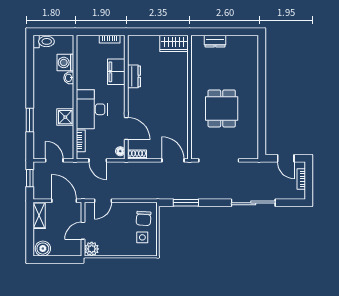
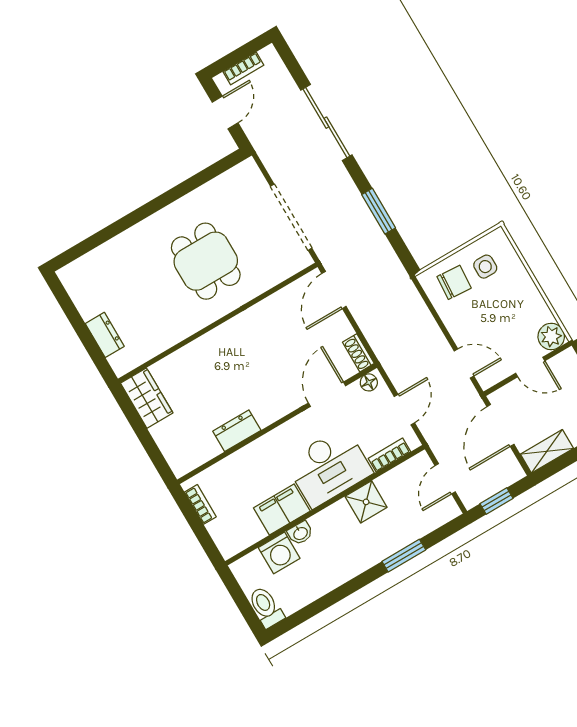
filing cabinet: (116, 72) -> (282, 509), moved, turned 180
dining table: (222, 108) -> (206, 261), turned 90
window: (186, 203) -> (379, 211), moved

